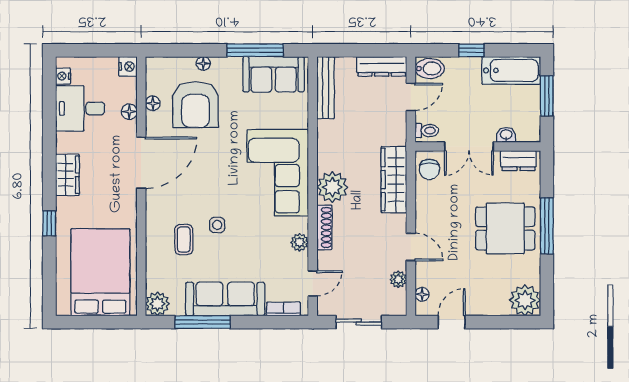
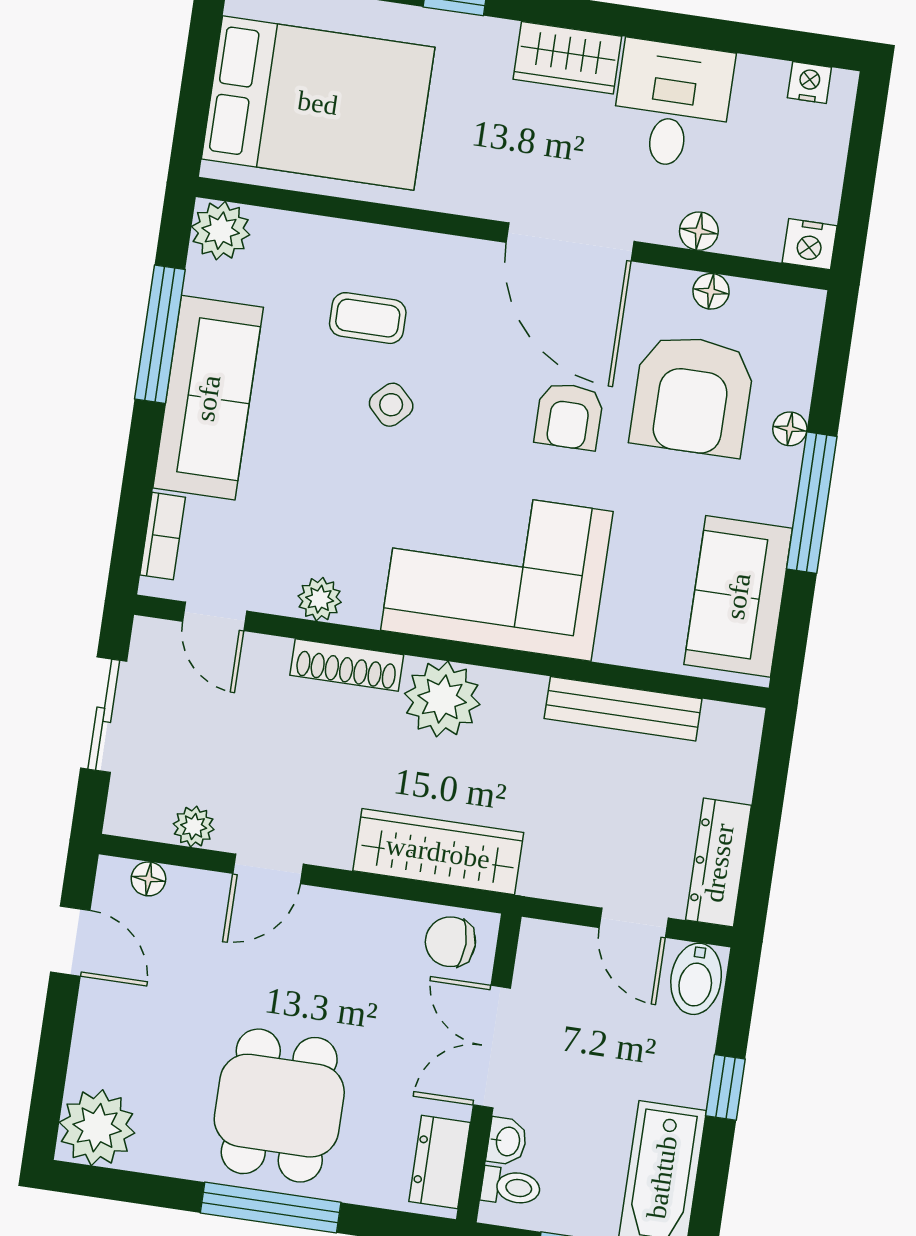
window: (255, 50) -> (812, 503), moved
bench: (326, 88) -> (623, 709), moved
armchair: (196, 105) -> (692, 395), turned -90
desk: (80, 108) -> (672, 105), moved
toilet: (427, 131) -> (511, 1187), moved, turned -90
armchair: (211, 153) -> (569, 416), added
side table: (217, 225) -> (391, 405), turned 45

